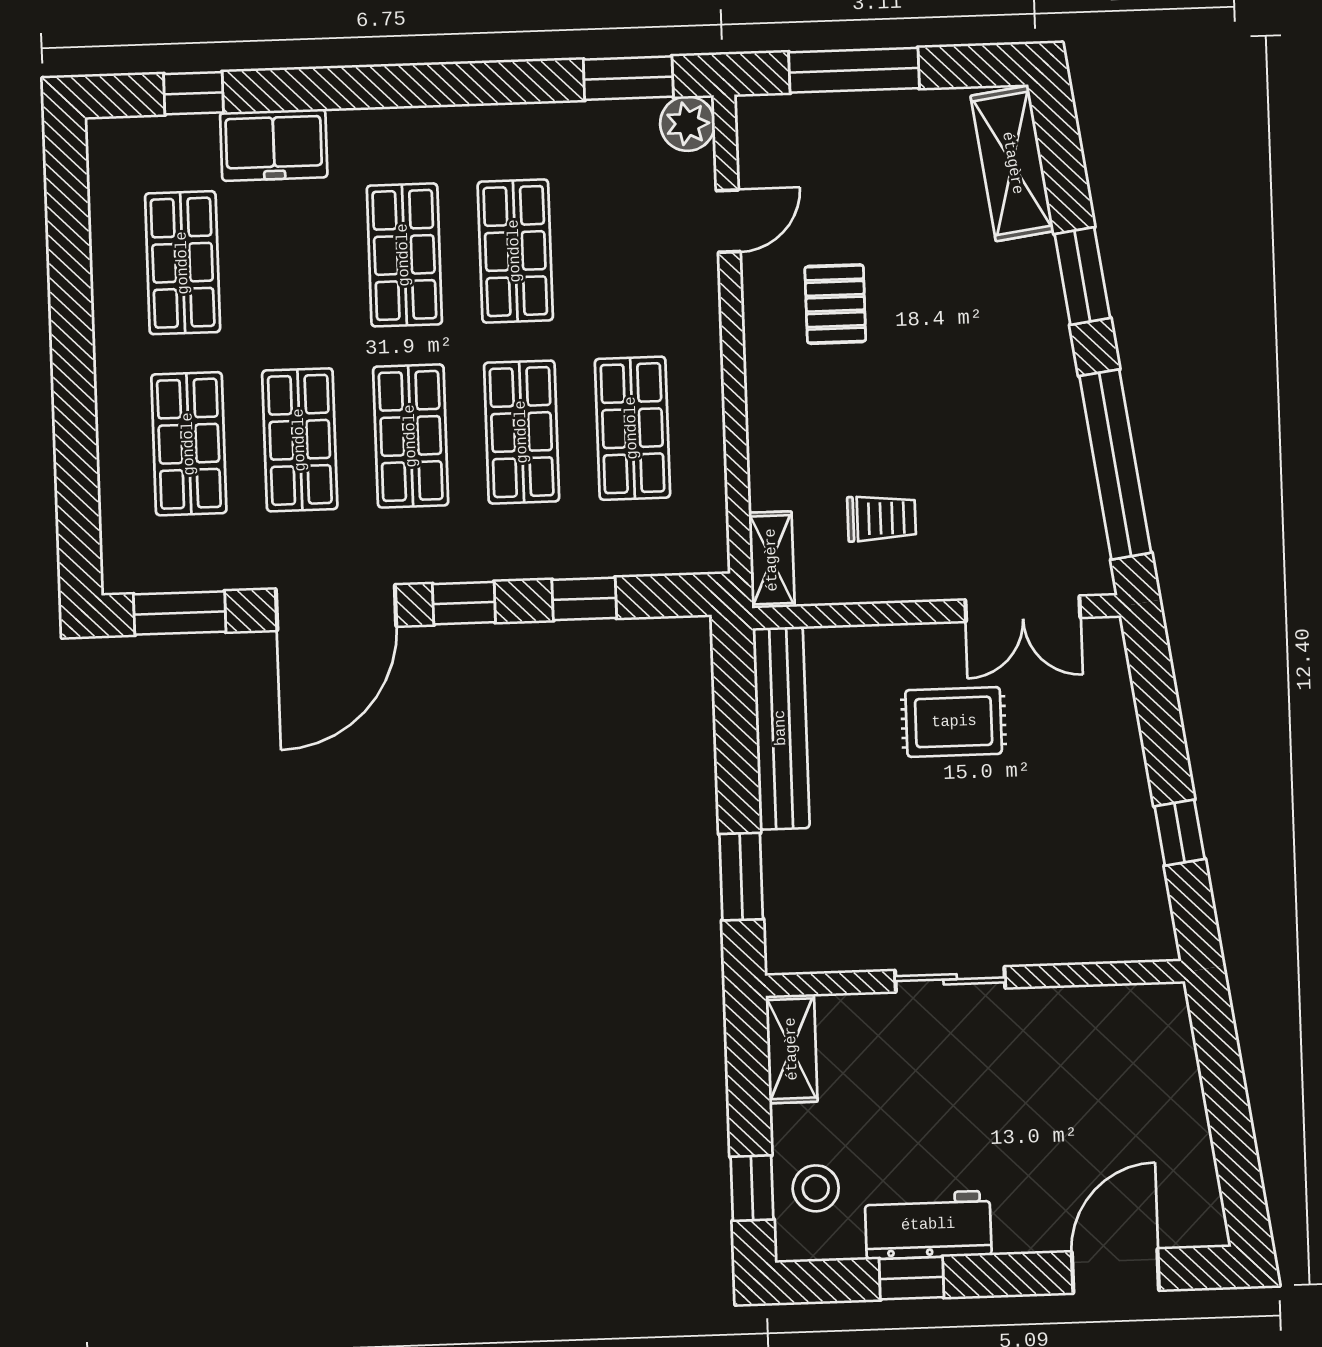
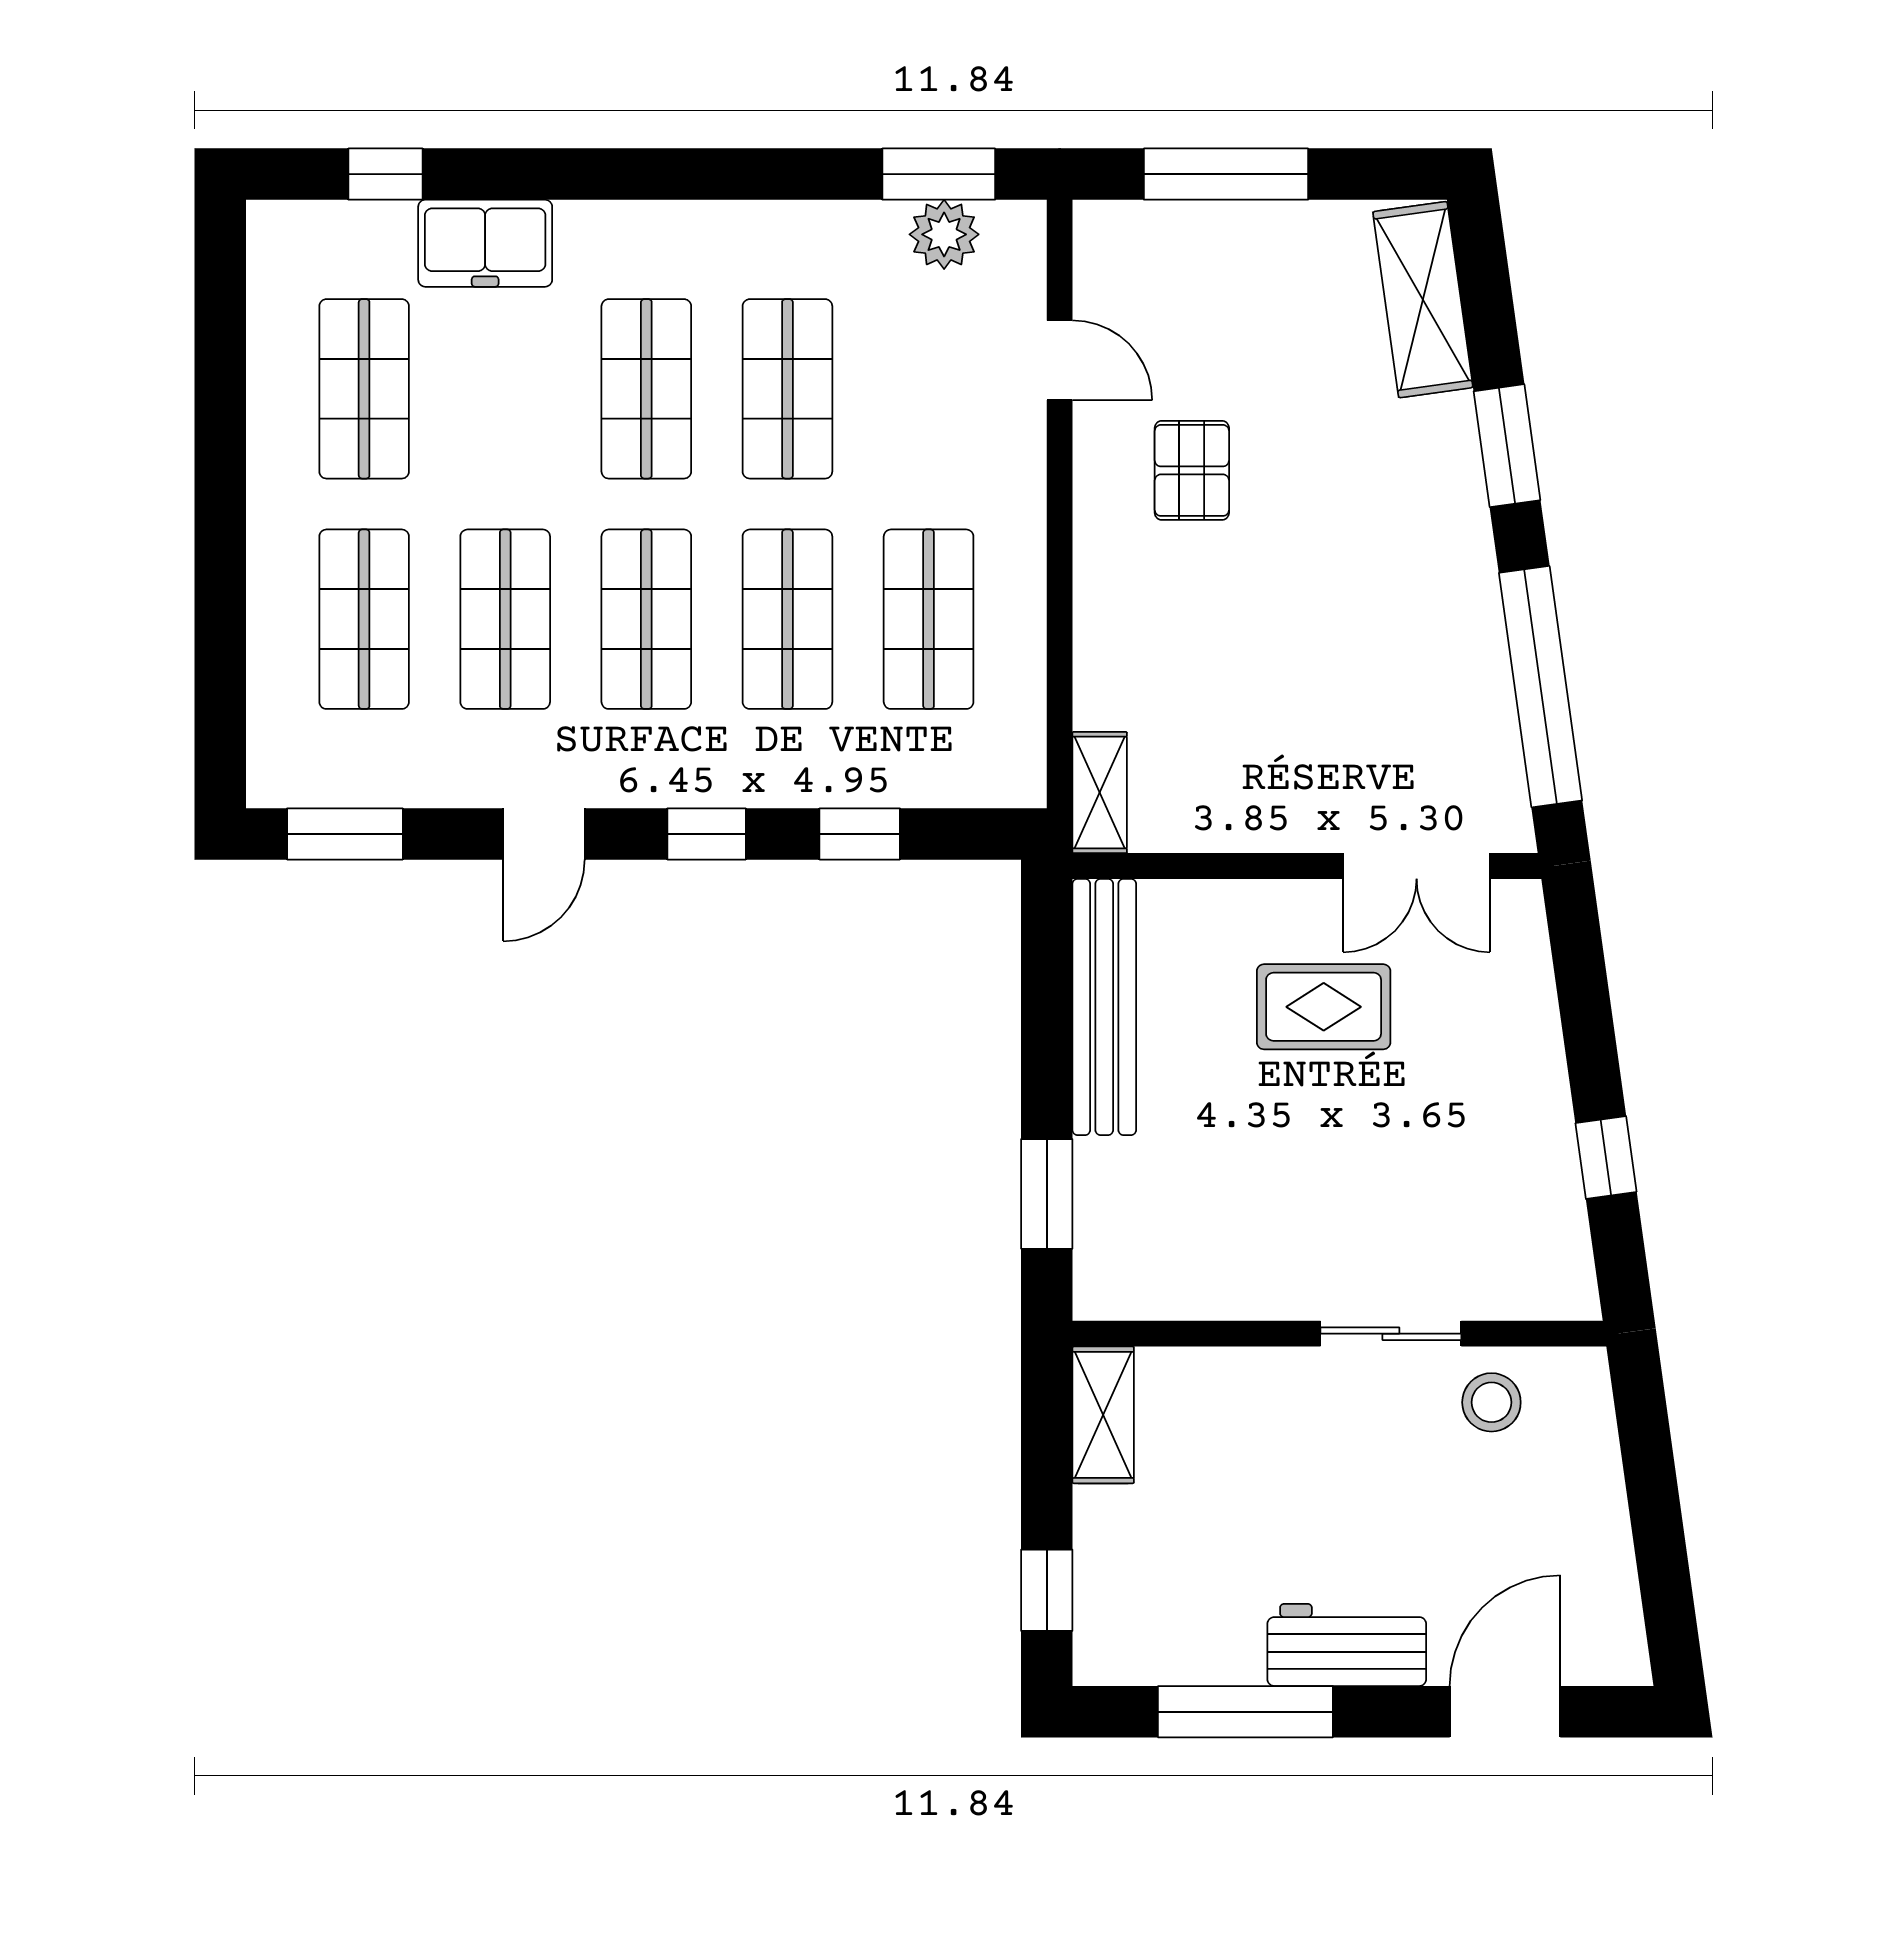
plant: (687, 124) -> (944, 234), moved
door: (728, 221) -> (1060, 360), hinge flipped
trolley: (882, 518) -> (1241, 745), removed
door: (336, 608) -> (544, 834), width x0.53
sliding door: (950, 979) -> (1391, 1334), moved
stool: (816, 1188) -> (1491, 1402), moved
workbench: (928, 1225) -> (1347, 1645), moved
window: (912, 1278) -> (1245, 1712), width x2.17

